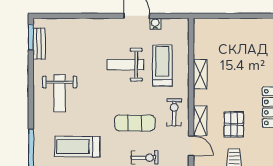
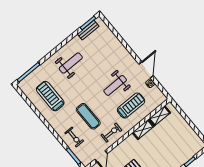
weight bench: (125, 65) -> (115, 85), turned -90
weight bench: (60, 93) -> (71, 63), turned 180
shelving: (200, 121) -> (160, 116), moved

